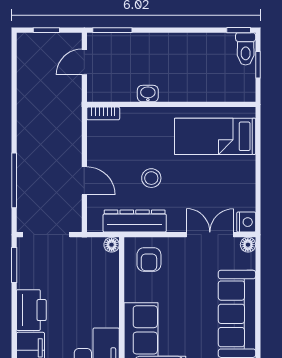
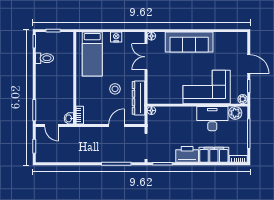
toilet: (246, 49) -> (44, 58), moved
washbasin: (148, 94) -> (69, 118), moved
nightstand: (246, 222) -> (116, 37), moved
armchair: (149, 260) -> (159, 90), removed

